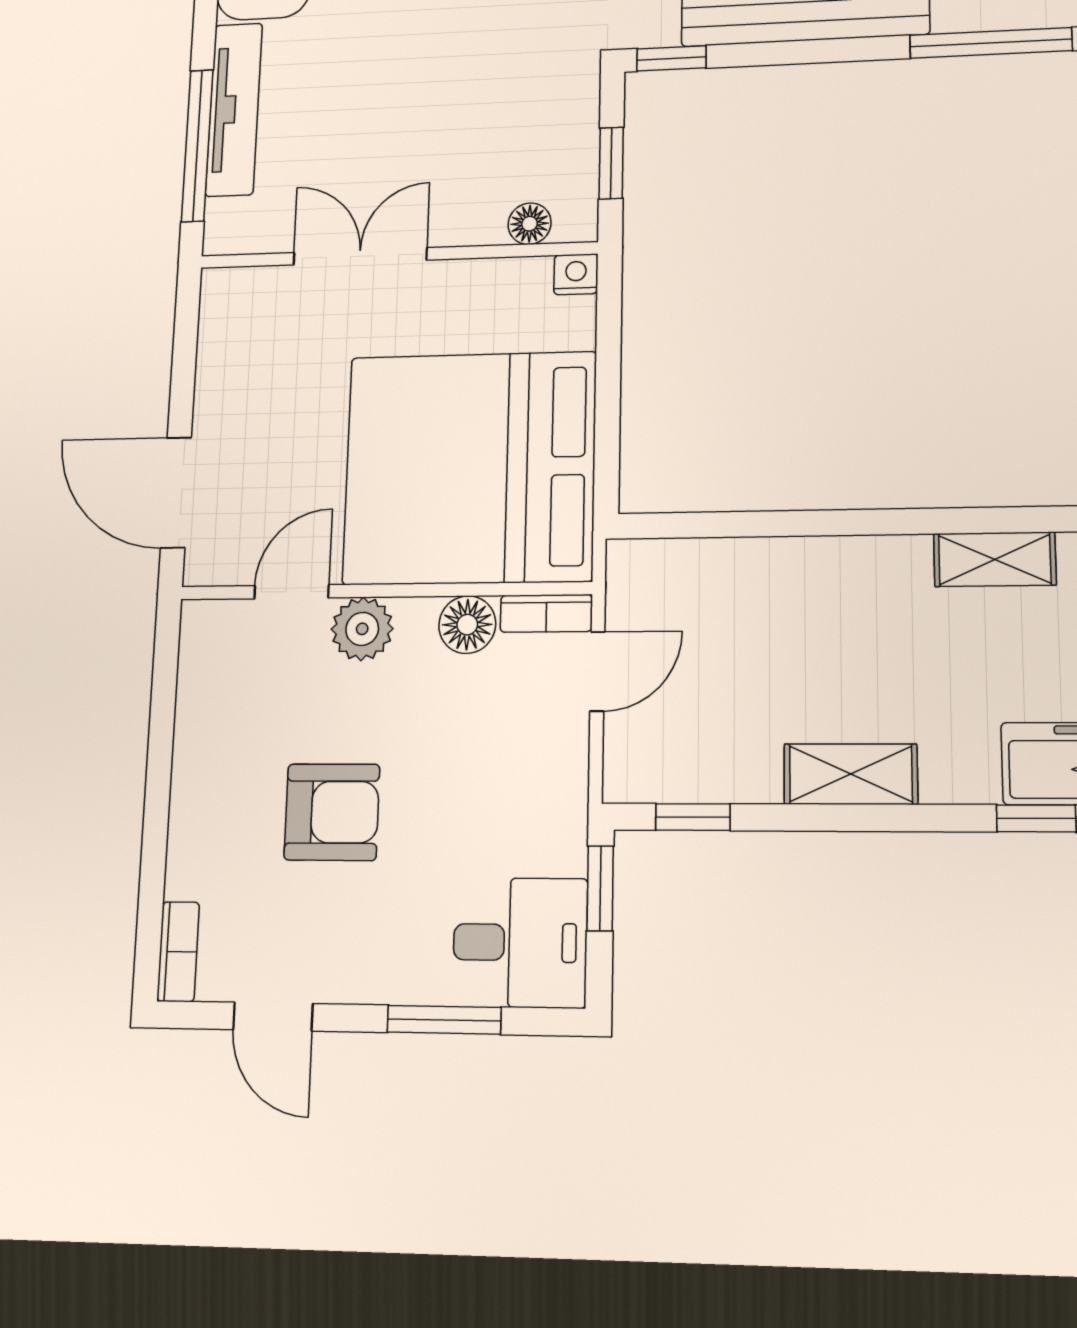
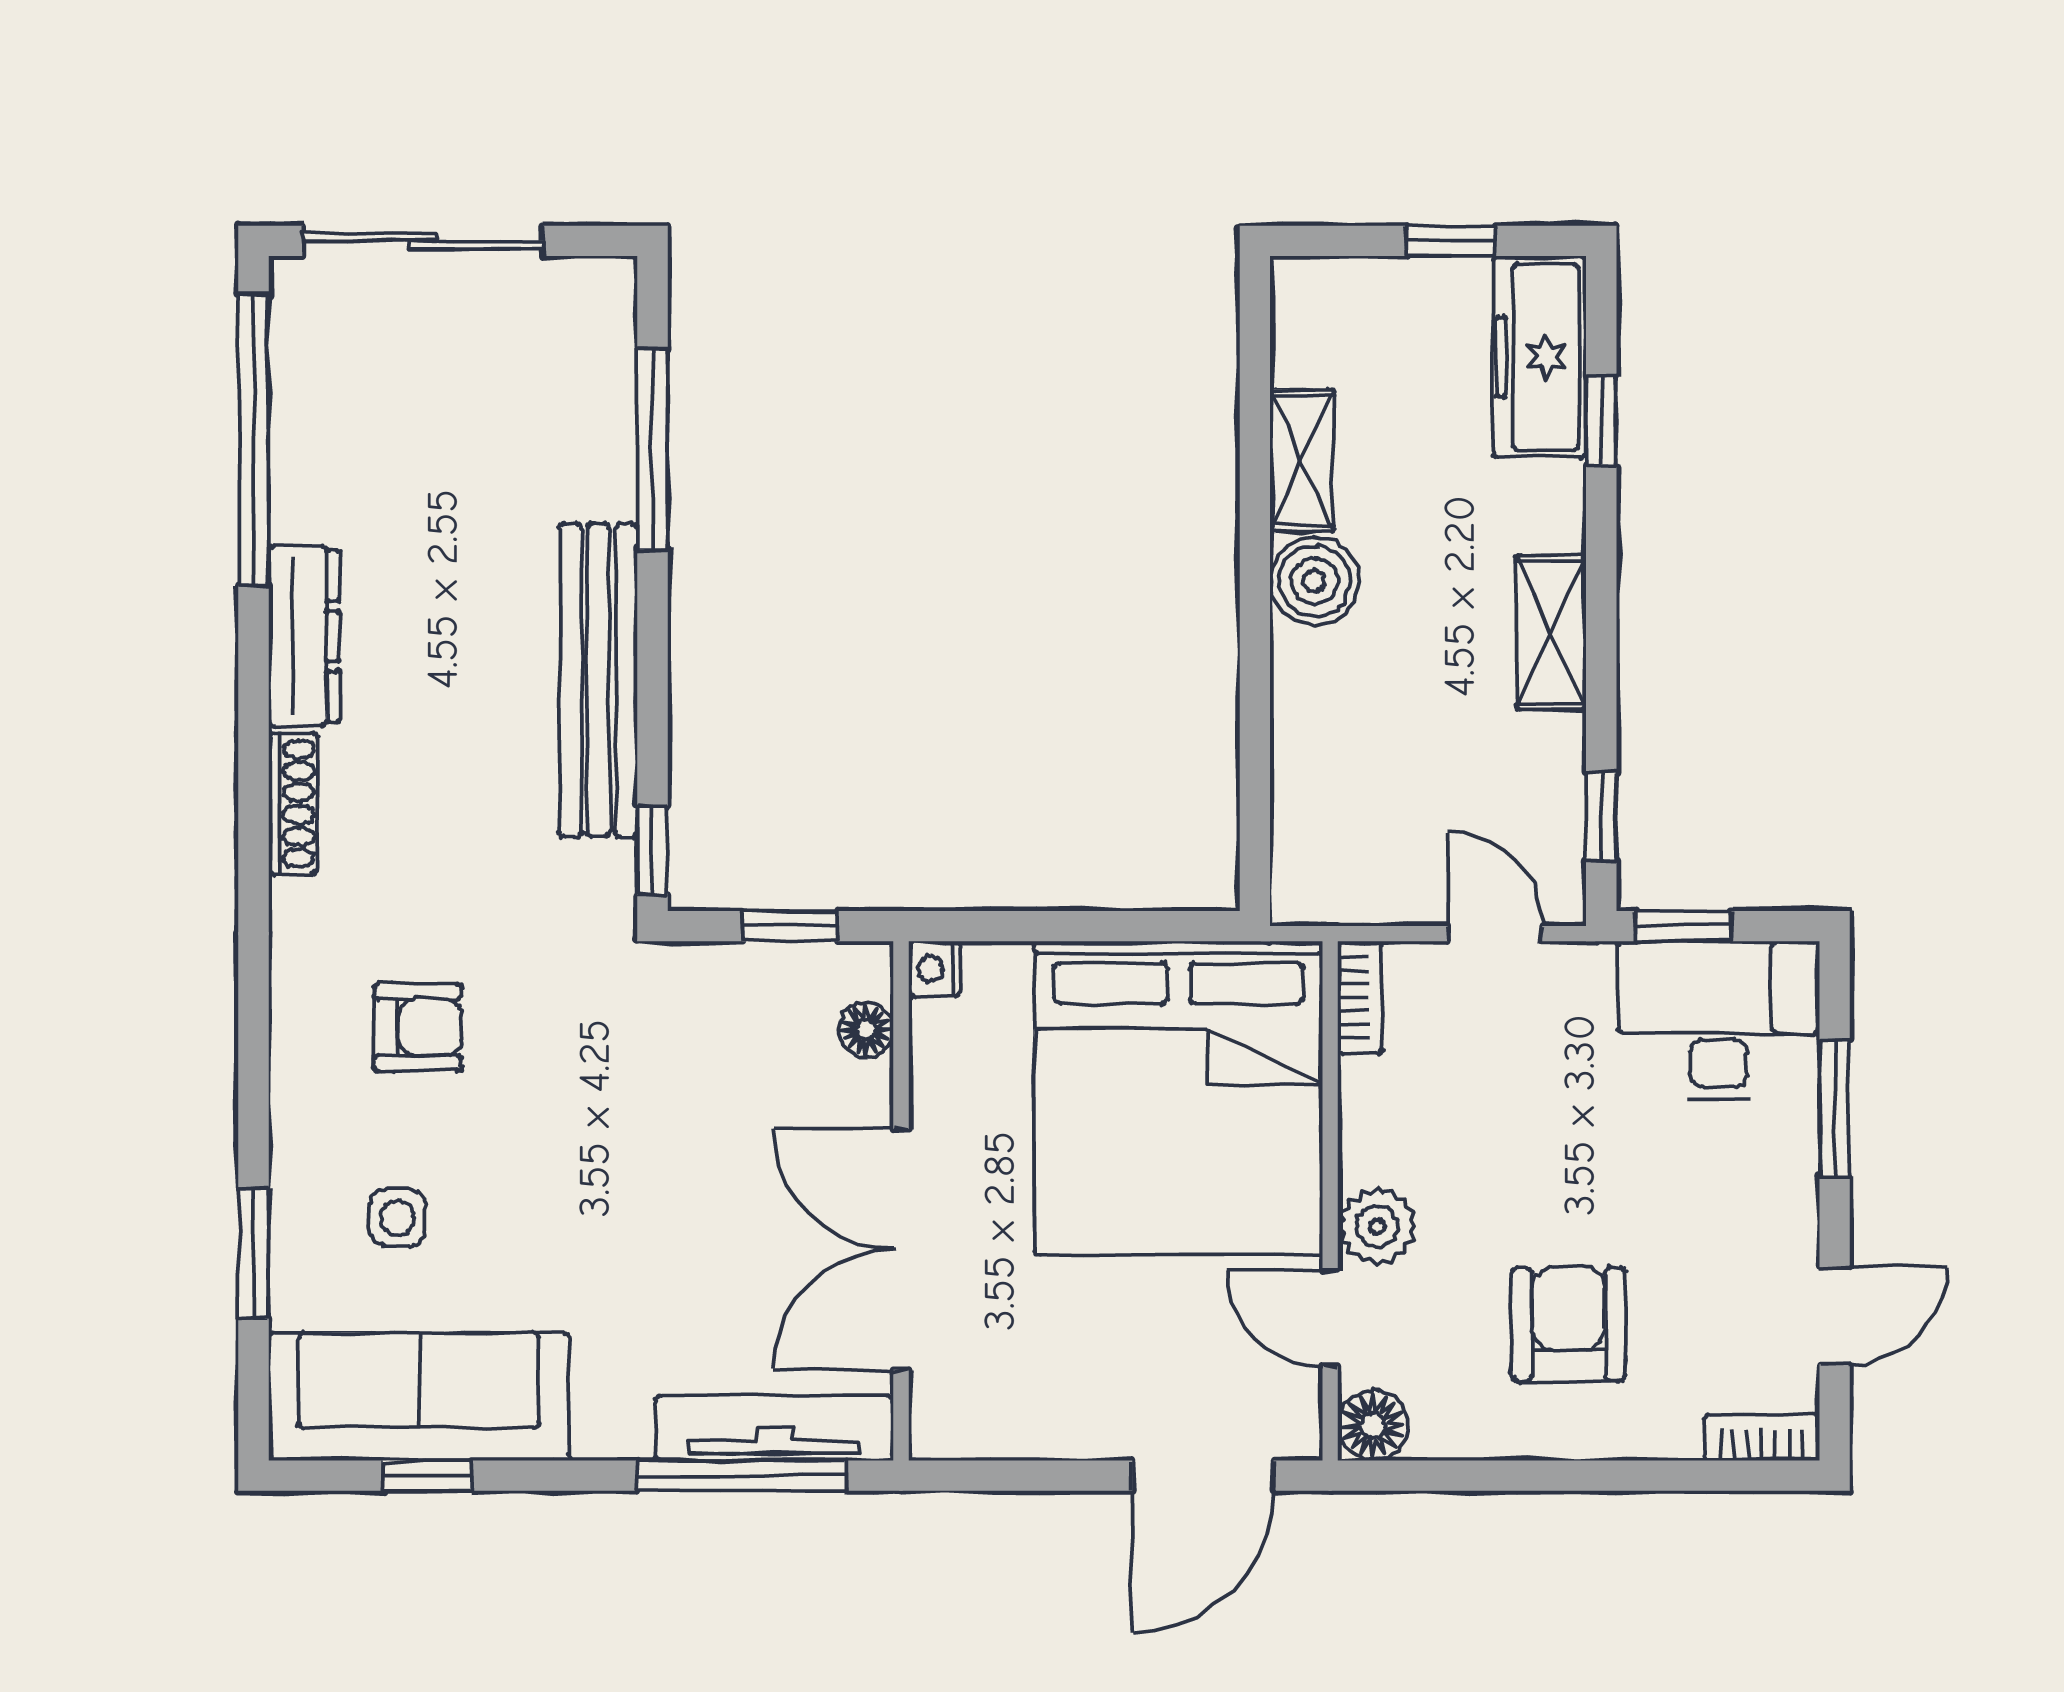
tv unit: (234, 109) -> (774, 1428), moved
double door: (360, 256) -> (901, 1249), width x1.37
boiler: (892, 571) -> (1314, 581), added
floor lamp: (467, 625) -> (1373, 1425), moved
door: (597, 671) -> (1495, 934), moved
armchair: (332, 812) -> (1569, 1324), moved
desk: (520, 942) -> (1719, 1020), width x1.37

